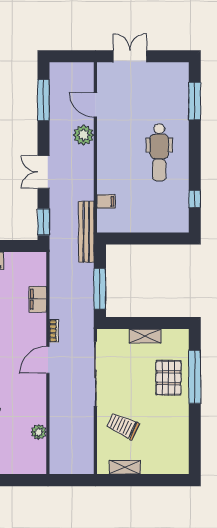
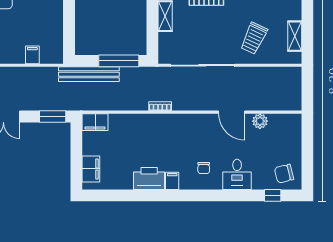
bench: (86, 232) -> (89, 74), moved
filing cabinet: (38, 299) -> (95, 122), moved
door: (48, 360) -> (232, 112), moved

